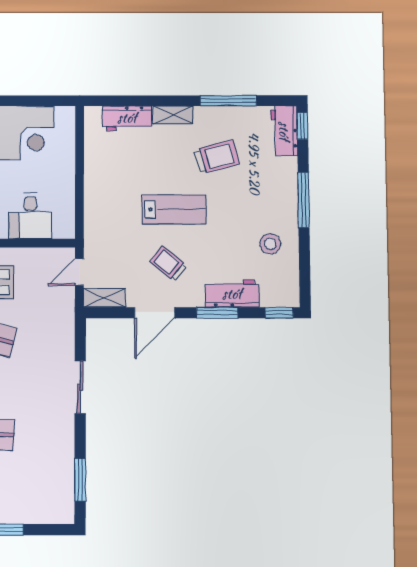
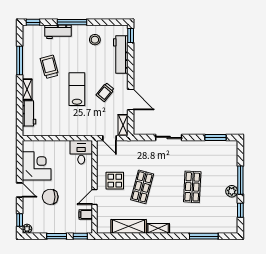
workbench: (284, 131) -> (58, 32), moved
desk: (30, 216) -> (81, 152), moved, turned -90
workbench: (232, 294) -> (121, 54), width x1.38
window: (217, 313) -> (131, 67), removed

